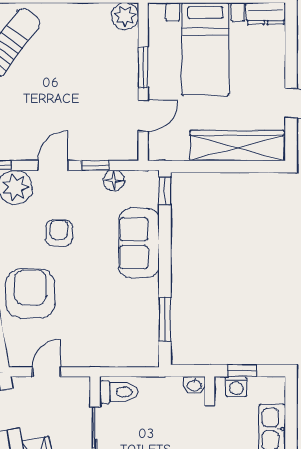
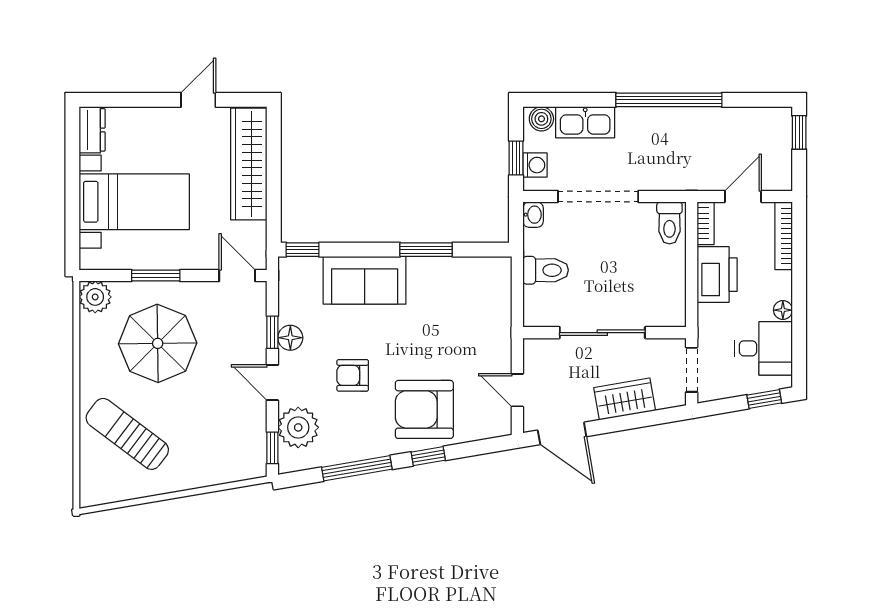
parasol: (86, 69) -> (158, 343), added
door: (143, 116) -> (237, 275), moved
floor lamp: (114, 181) -> (290, 338), moved
window: (165, 319) -> (426, 250), moved
toilet: (119, 392) -> (546, 270), moved, turned 90
boiler: (275, 392) -> (541, 119), added

